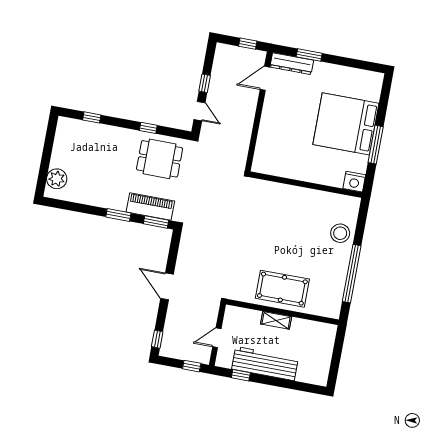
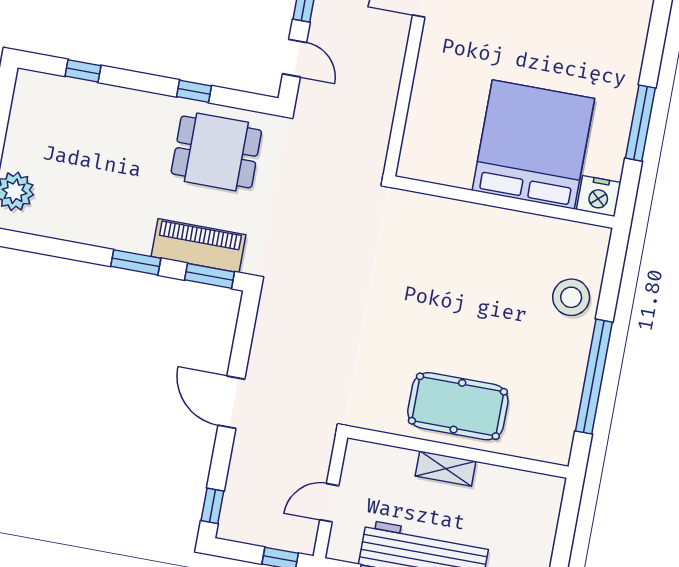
bed: (346, 124) -> (533, 144), moved, turned 90

